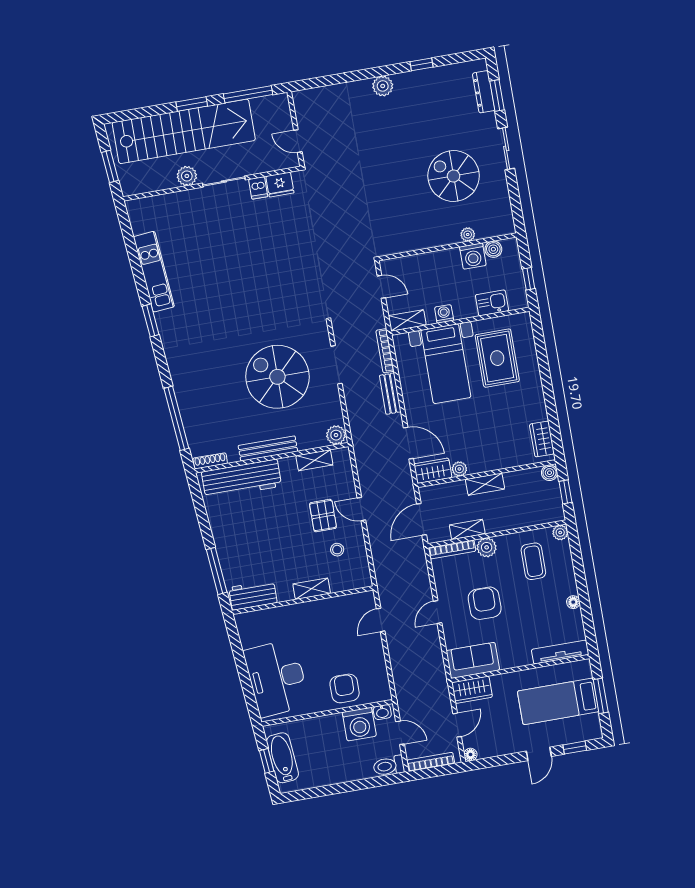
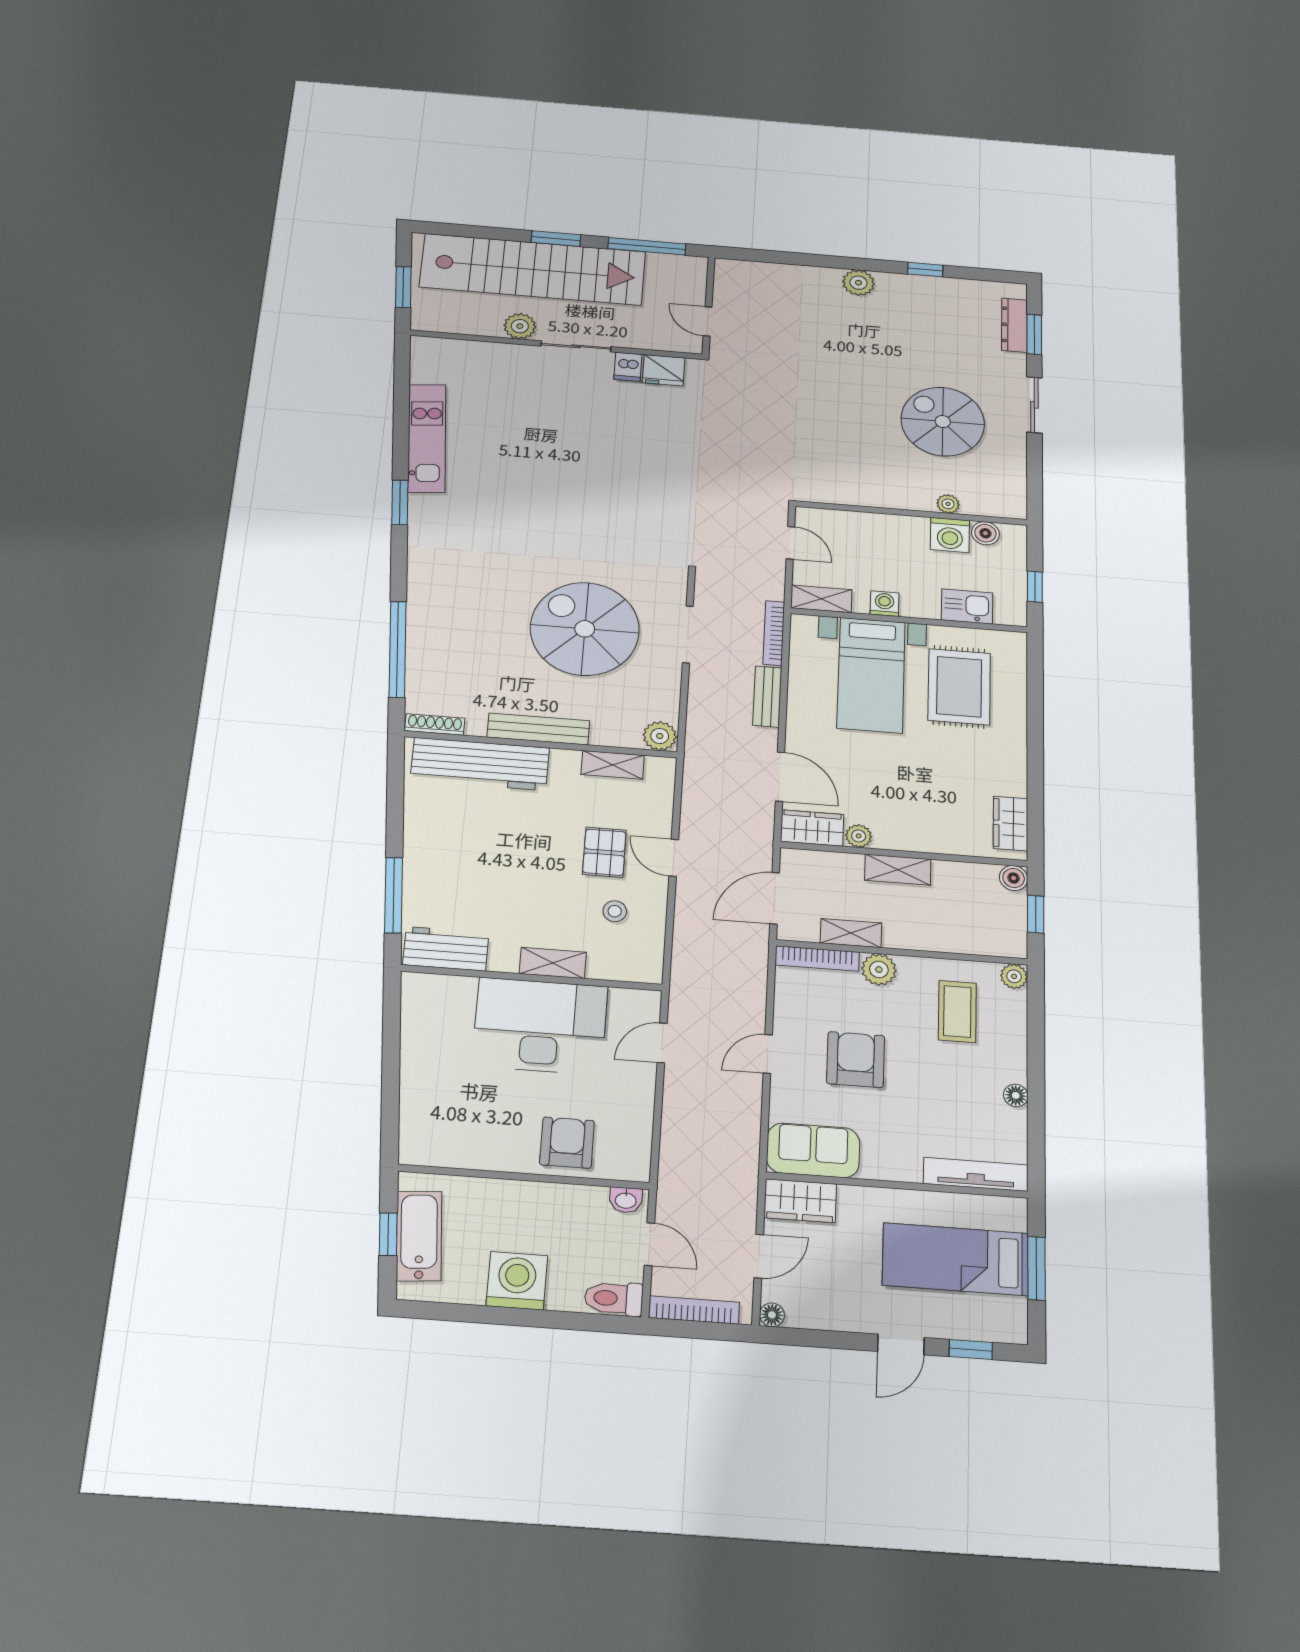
desk: (277, 678) -> (540, 1026), moved, turned 95
washing machine: (359, 724) -> (517, 1281), moved, turned 180

